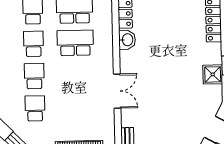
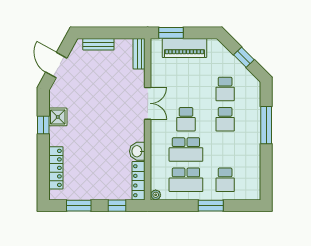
school desk: (34, 44) -> (186, 119), moved
double door: (117, 91) -> (148, 103), swing flipped

